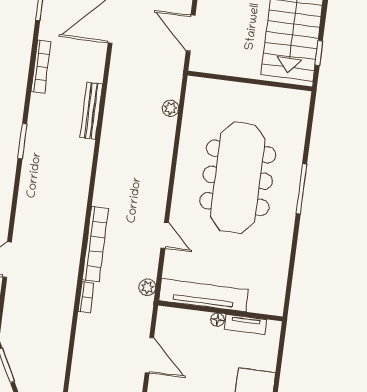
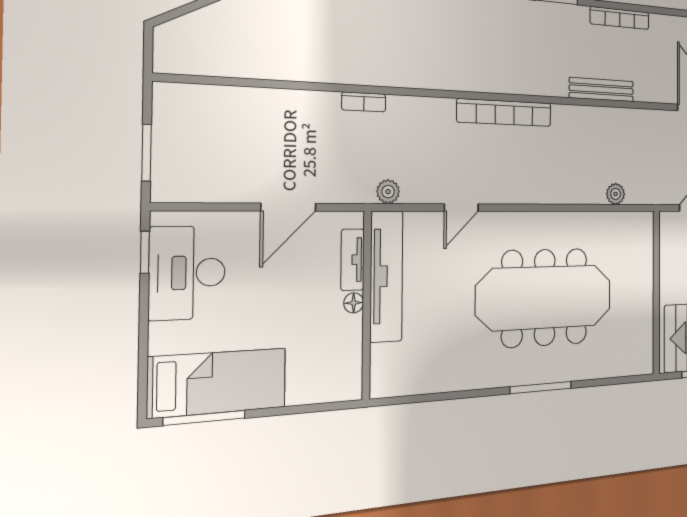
bookcase: (41, 67) -> (620, 18), moved
bookcase: (95, 244) -> (505, 113), moved
tv unit: (246, 324) -> (353, 260), moved

